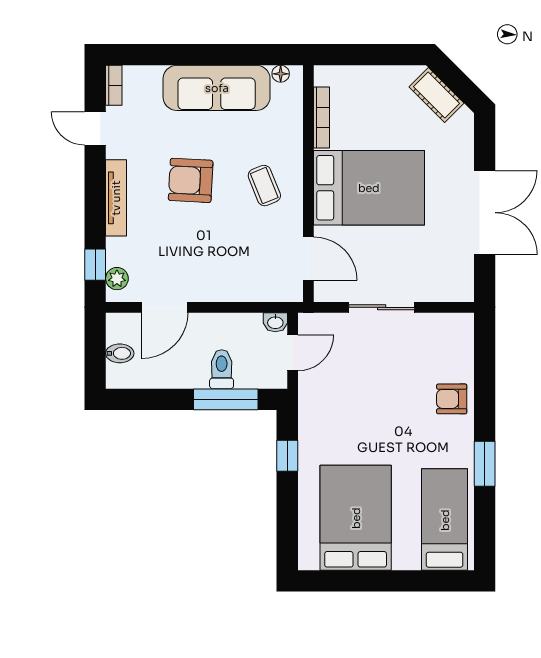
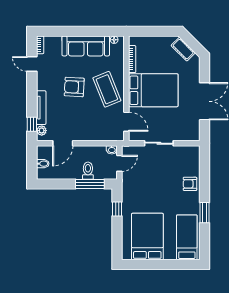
coffee table: (264, 186) -> (107, 89), width x1.86, depth x1.72
tv unit: (116, 198) -> (41, 108), moved

